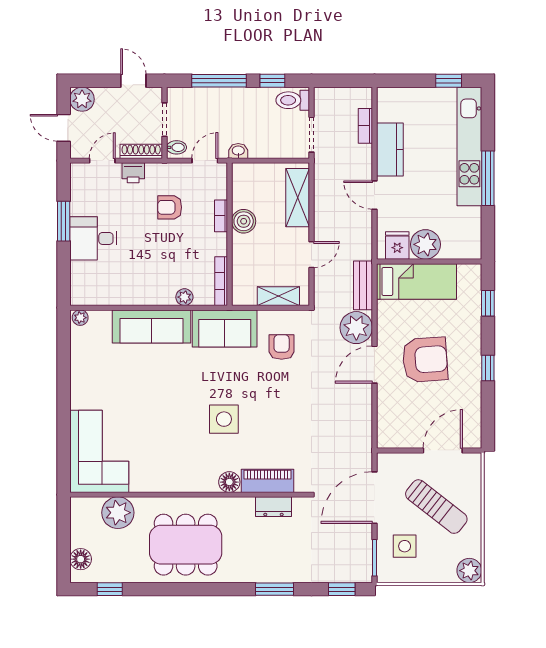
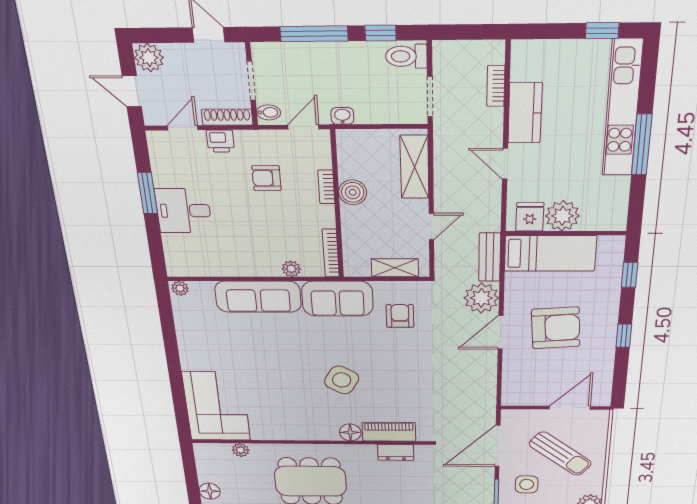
side table: (224, 419) -> (342, 380), turned 30
plant: (118, 513) -> (241, 450), width x0.53, depth x0.53

